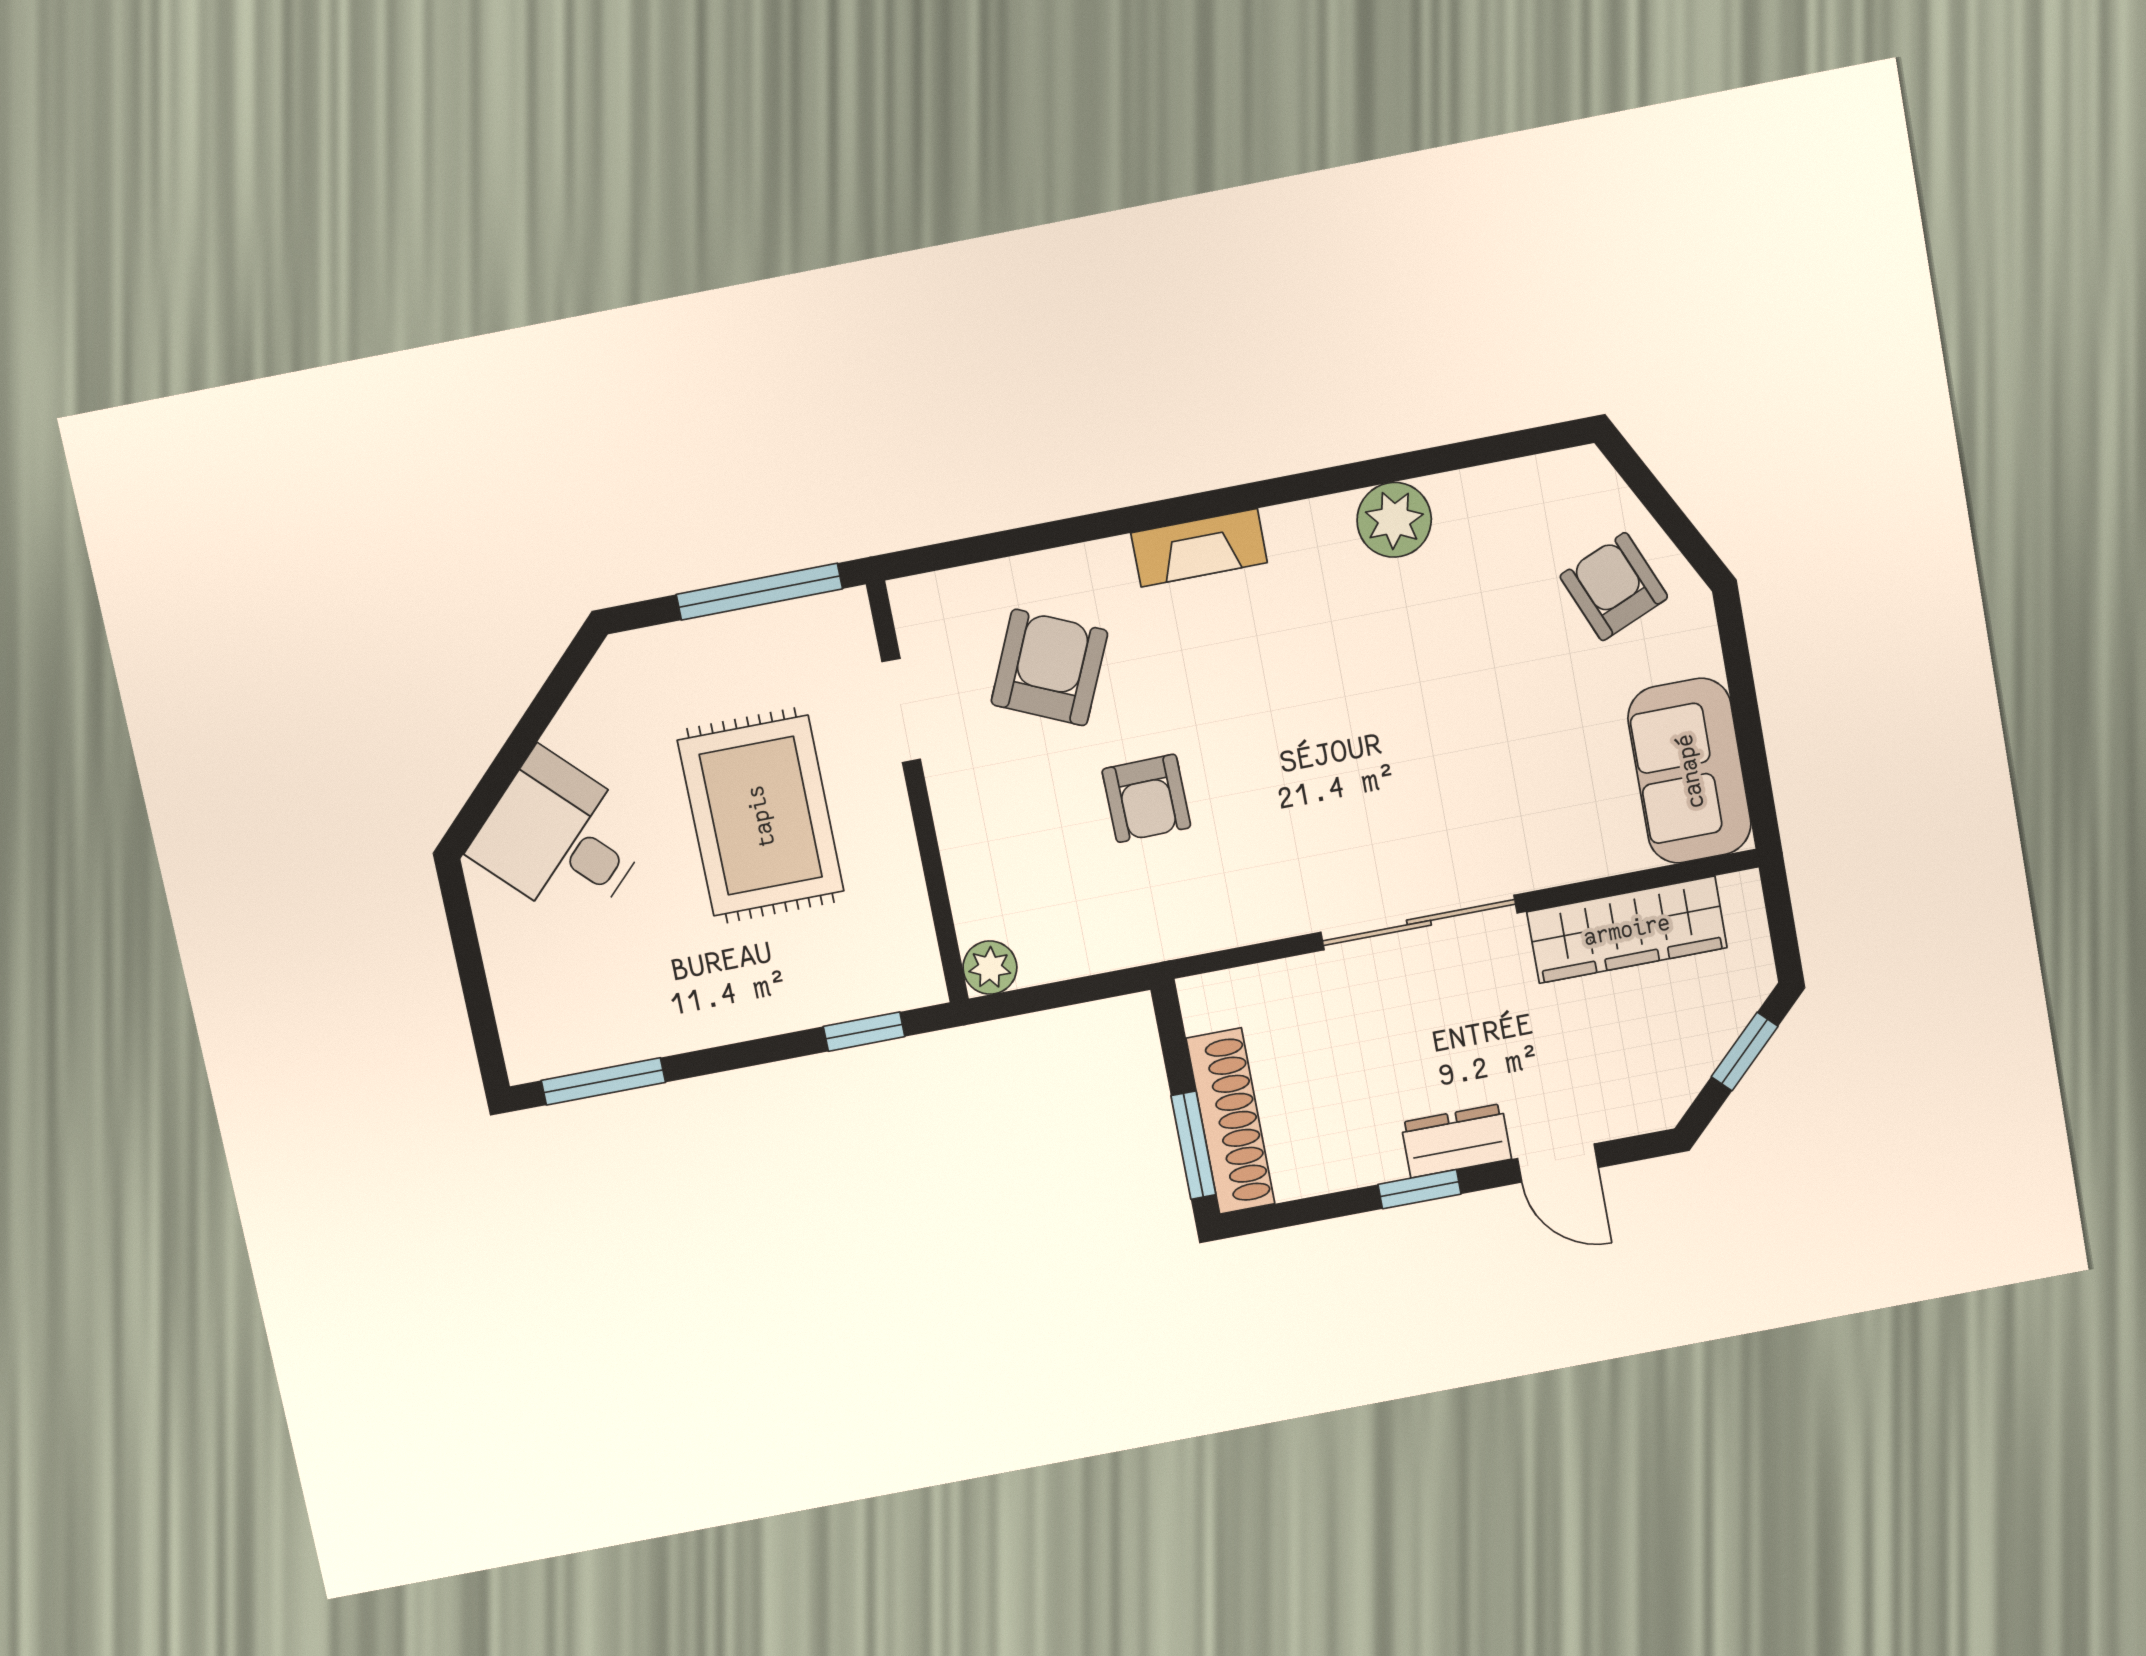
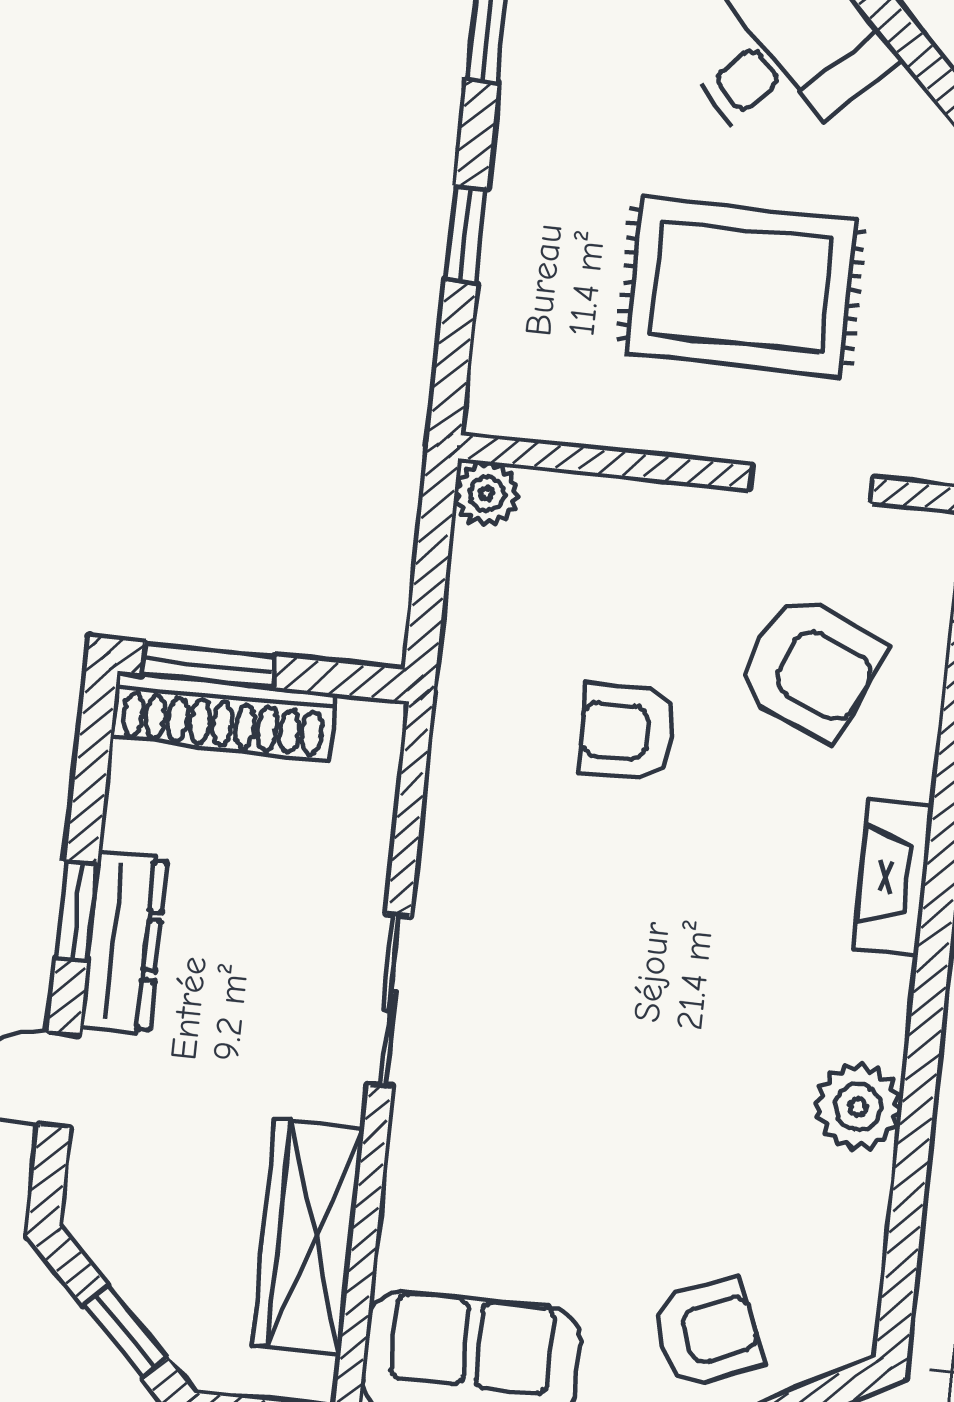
sliding door: (1419, 923) -> (389, 1001), width x0.73
window: (864, 1032) -> (466, 234), moved
dresser: (1456, 1141) -> (124, 943), width x1.44

